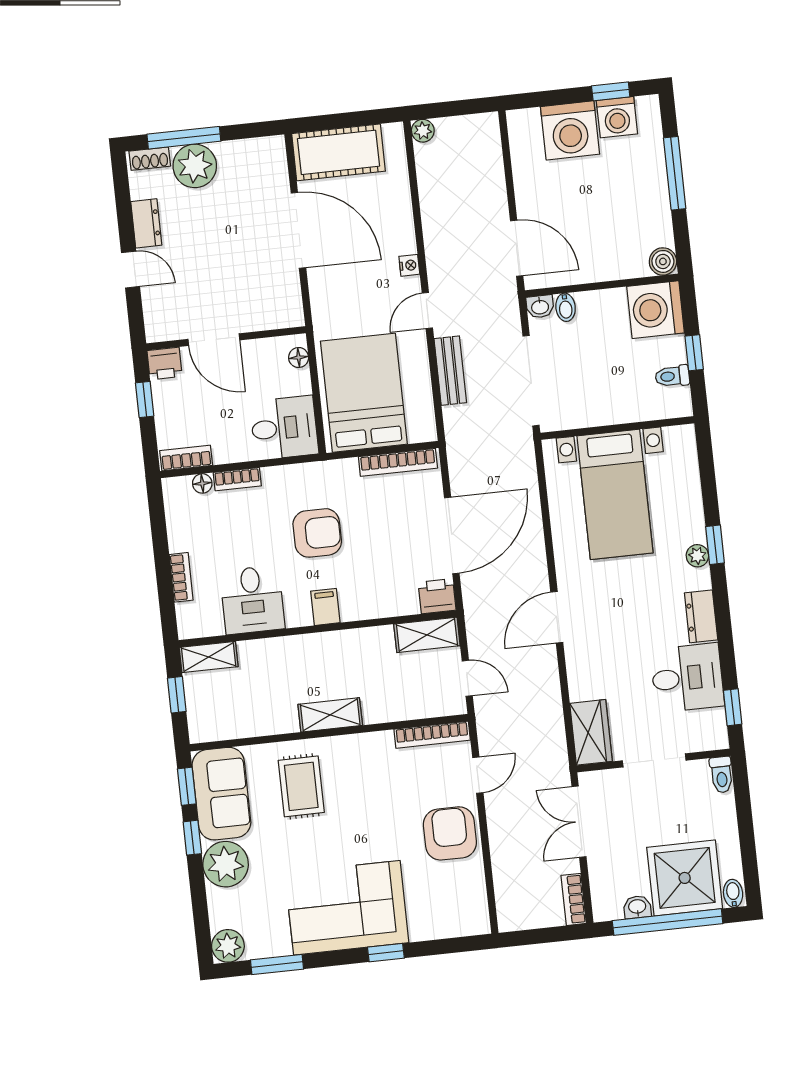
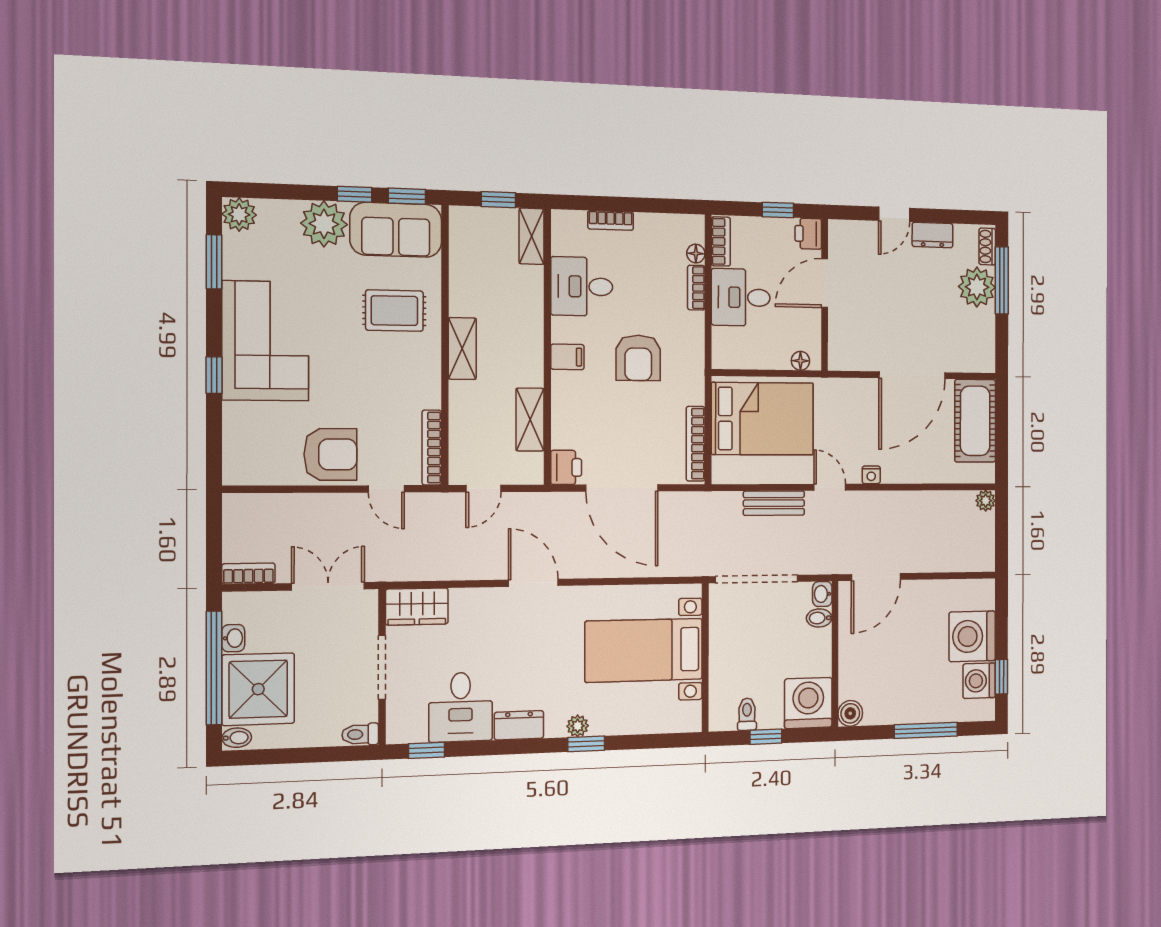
desk: (284, 428) -> (741, 297), moved, turned 90
shelving: (427, 635) -> (530, 420), moved

